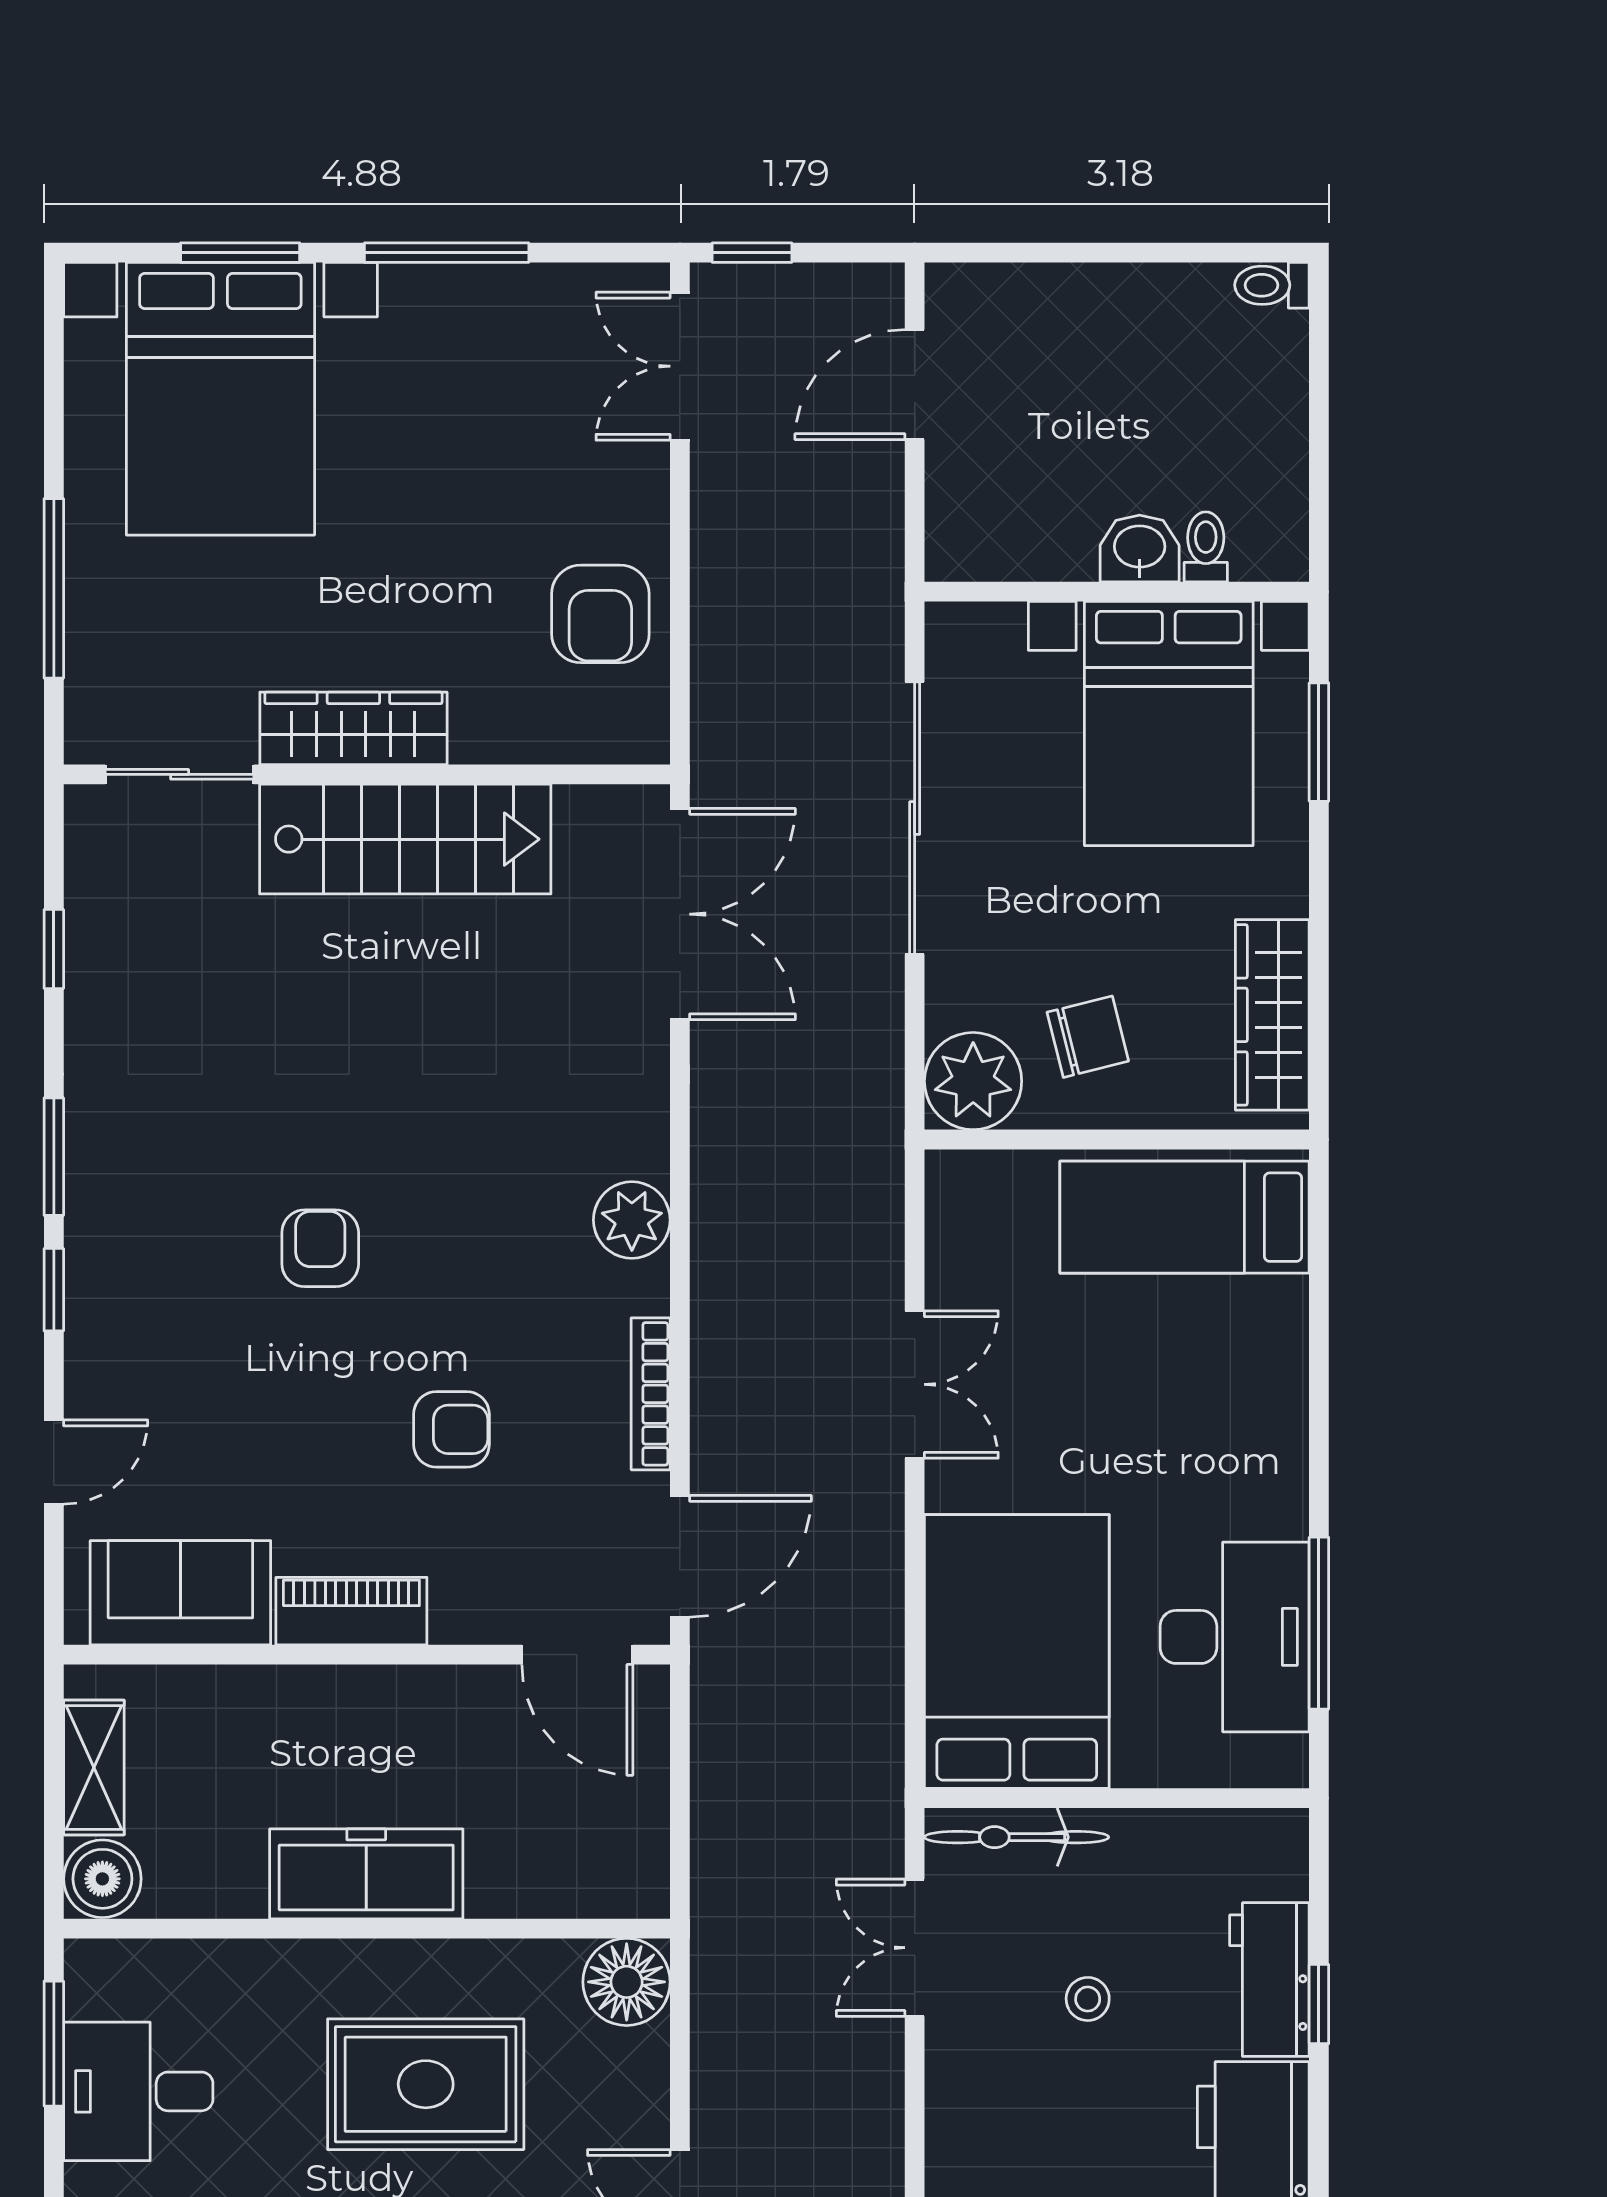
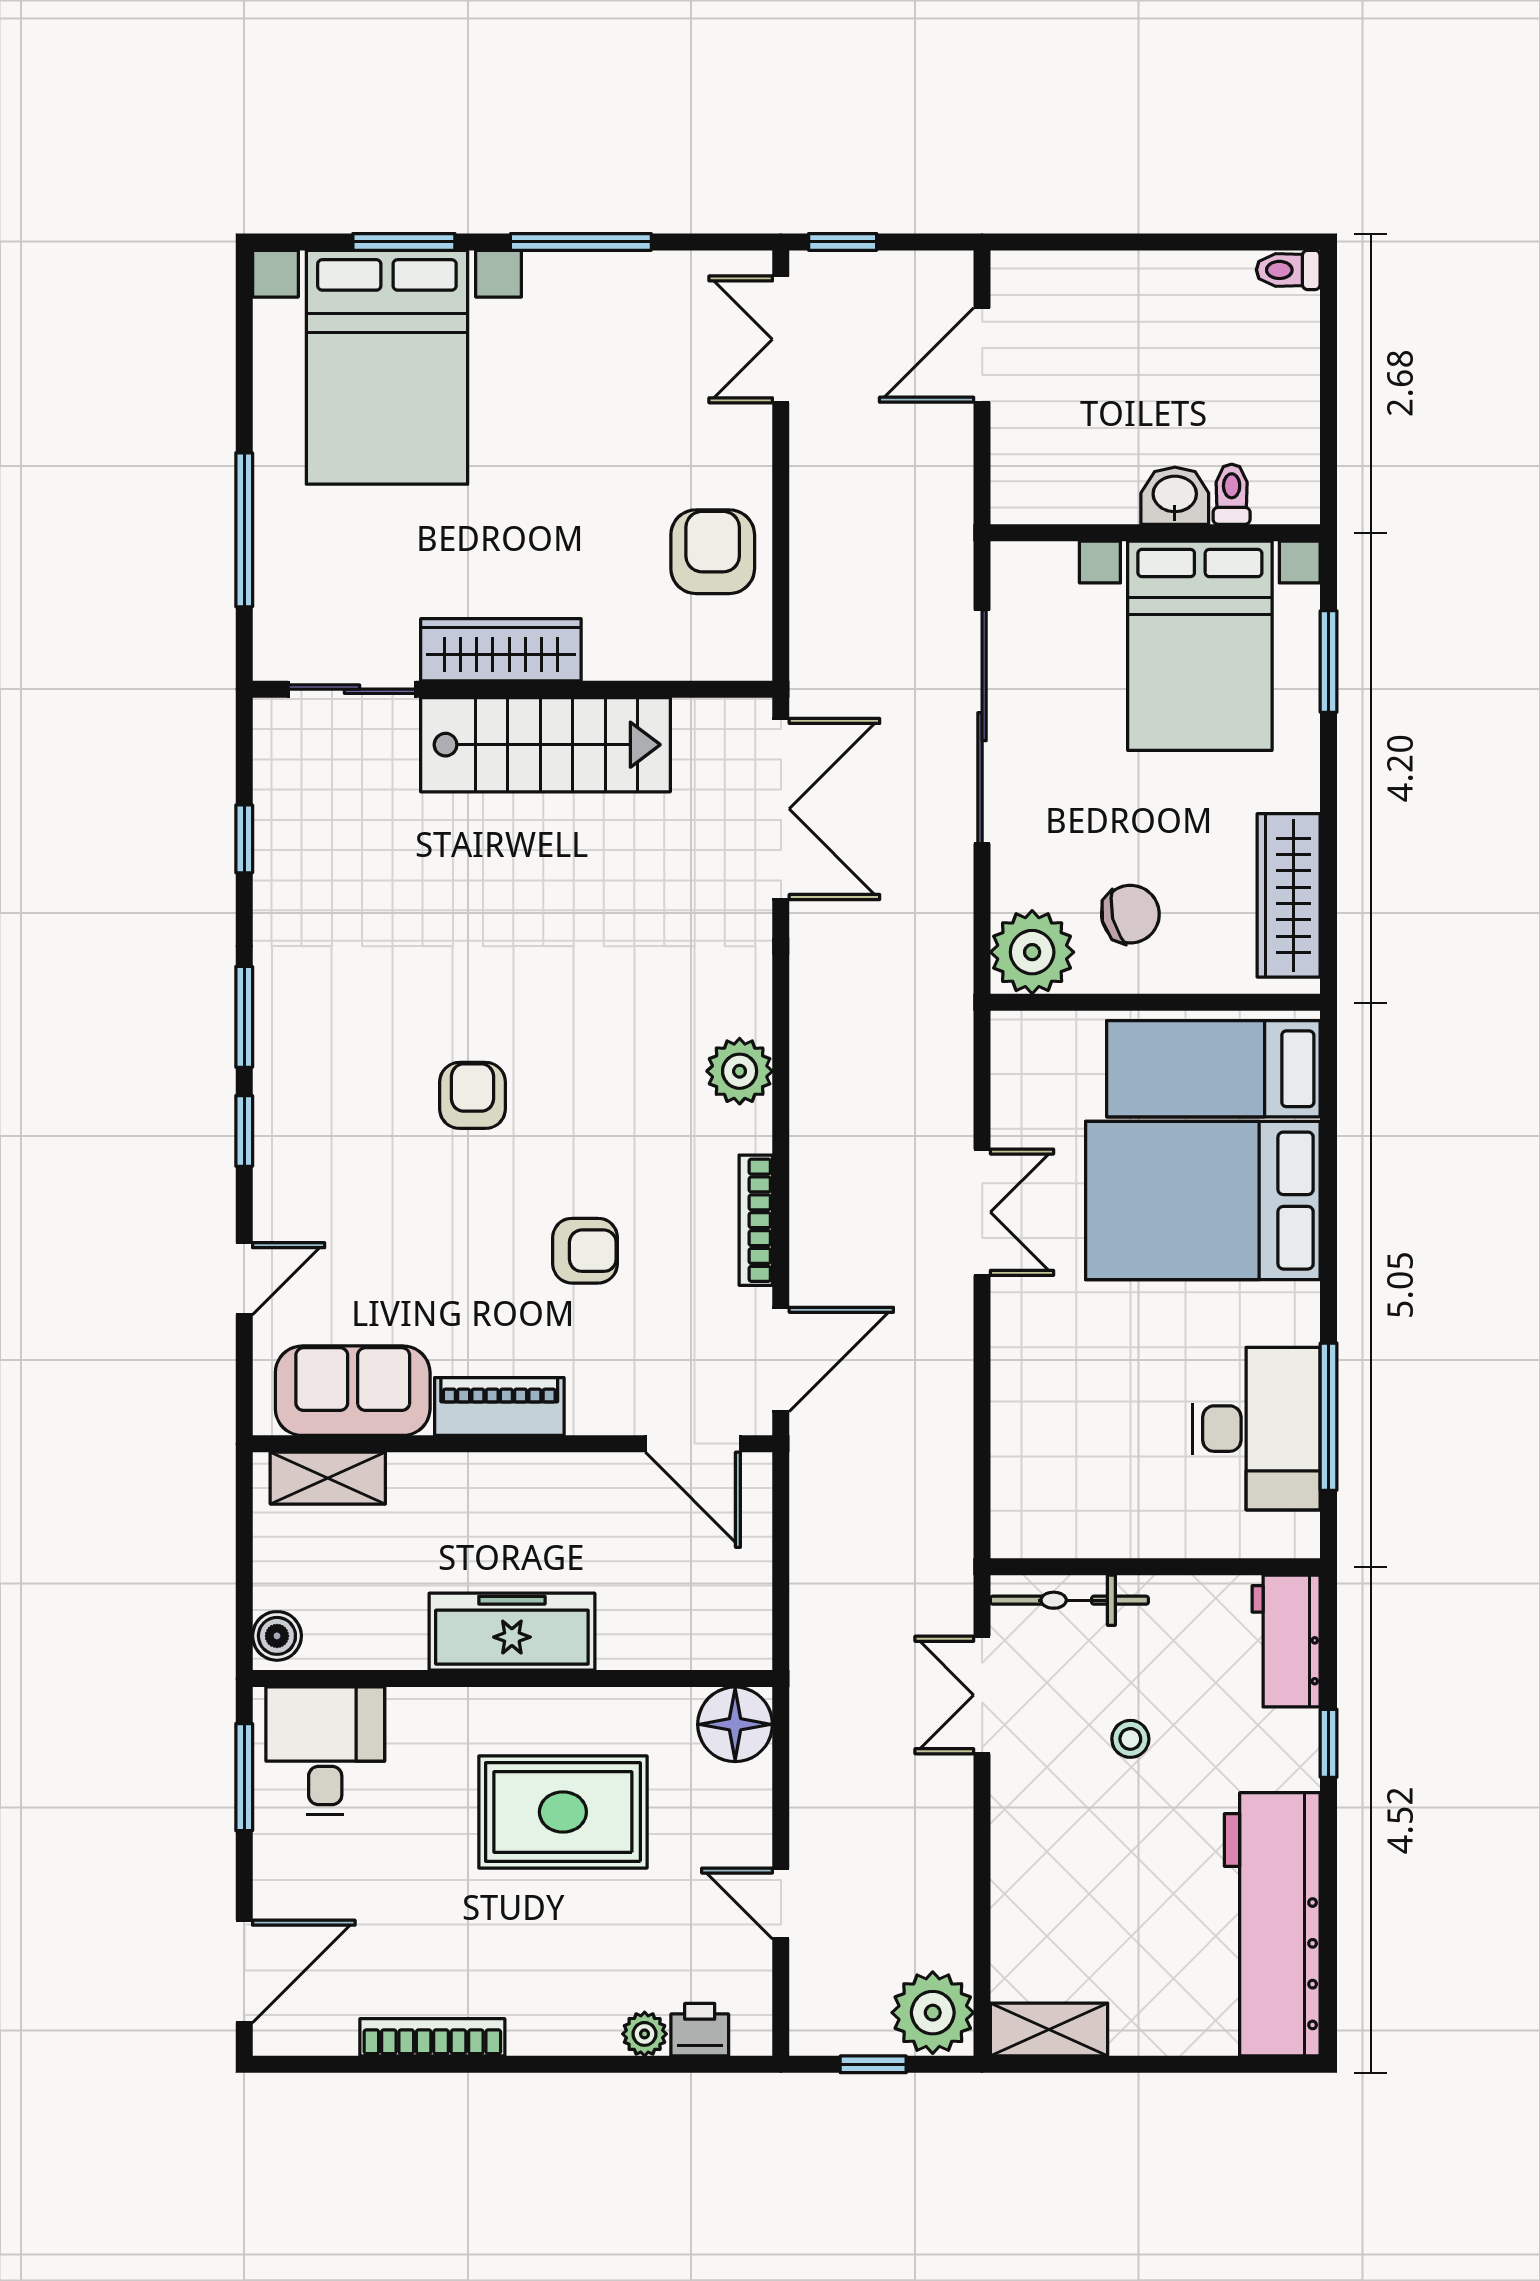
armchair: (600, 614) -> (713, 552), turned 180
bed: (1017, 1651) -> (1203, 1201), moved, turned -90
shelving: (94, 1768) -> (328, 1478), moved, turned 90
boiler: (102, 1879) -> (277, 1636), width x0.73, depth x0.73
workbench: (1269, 1980) -> (1286, 1641), moved
desk: (138, 2091) -> (325, 1751), moved, turned 90

